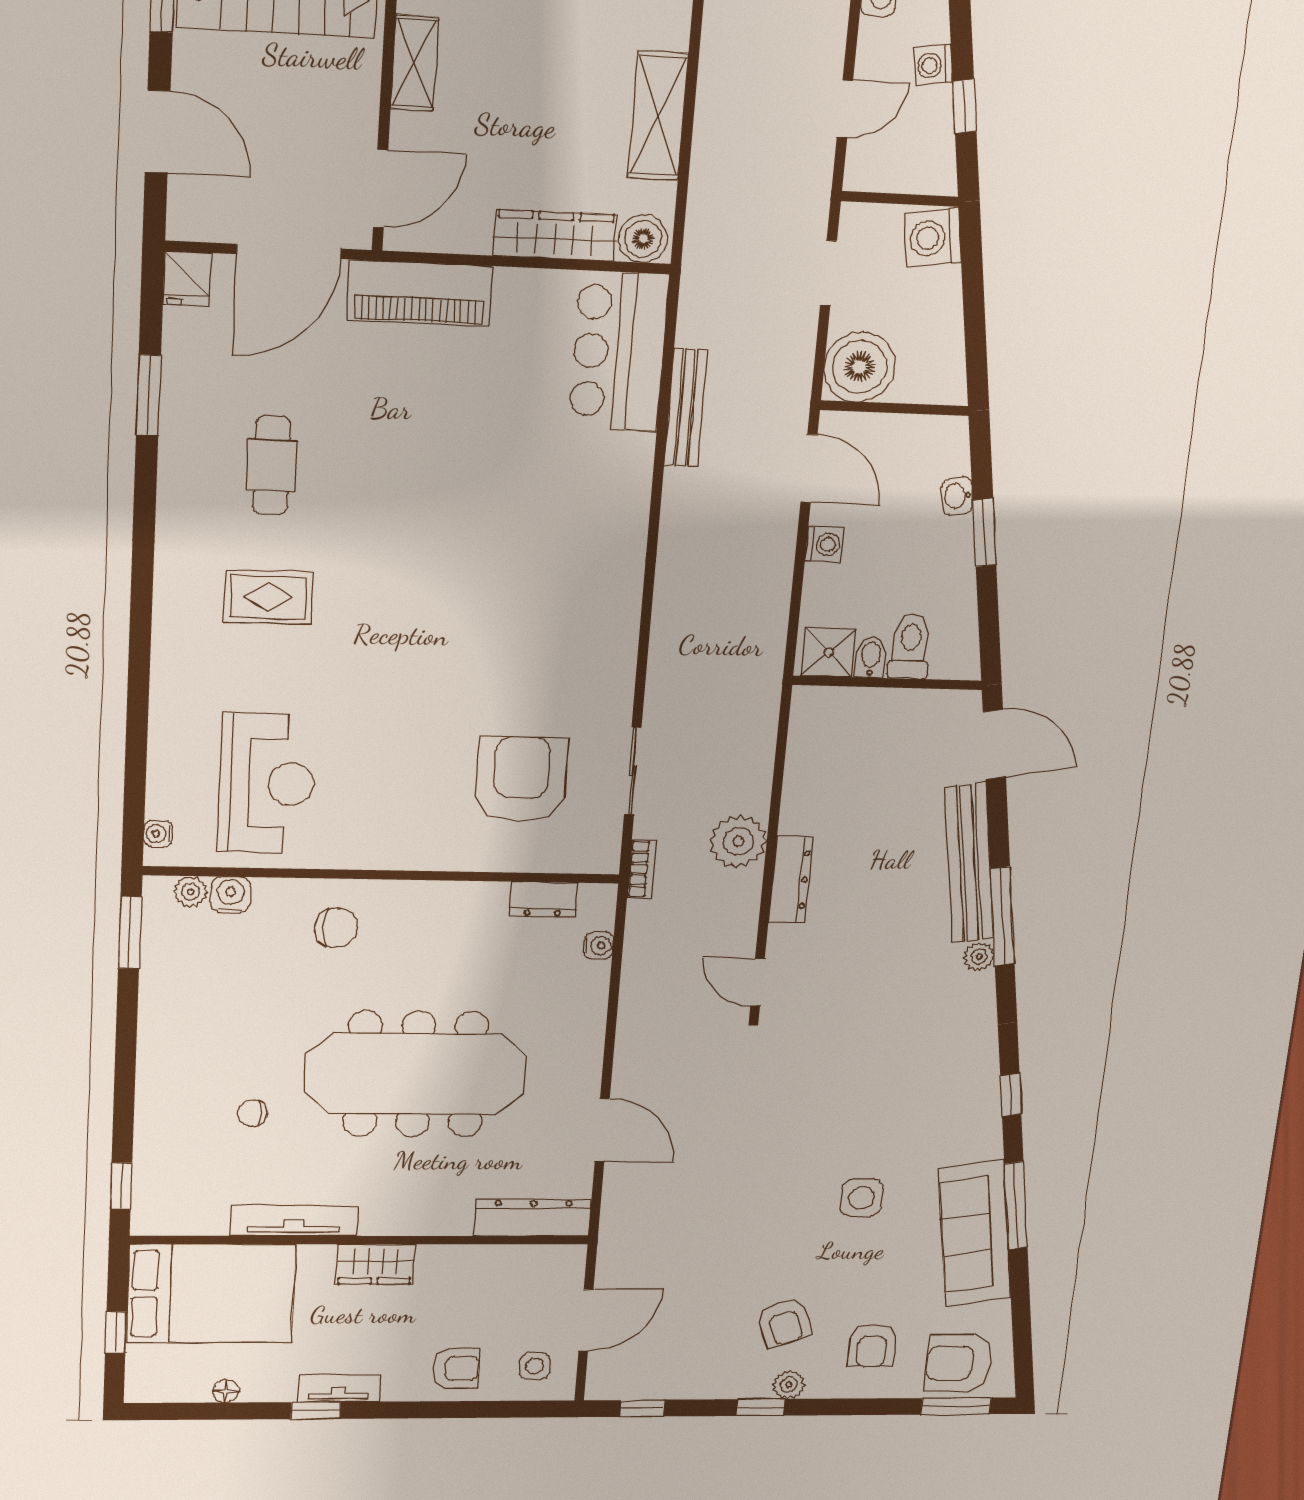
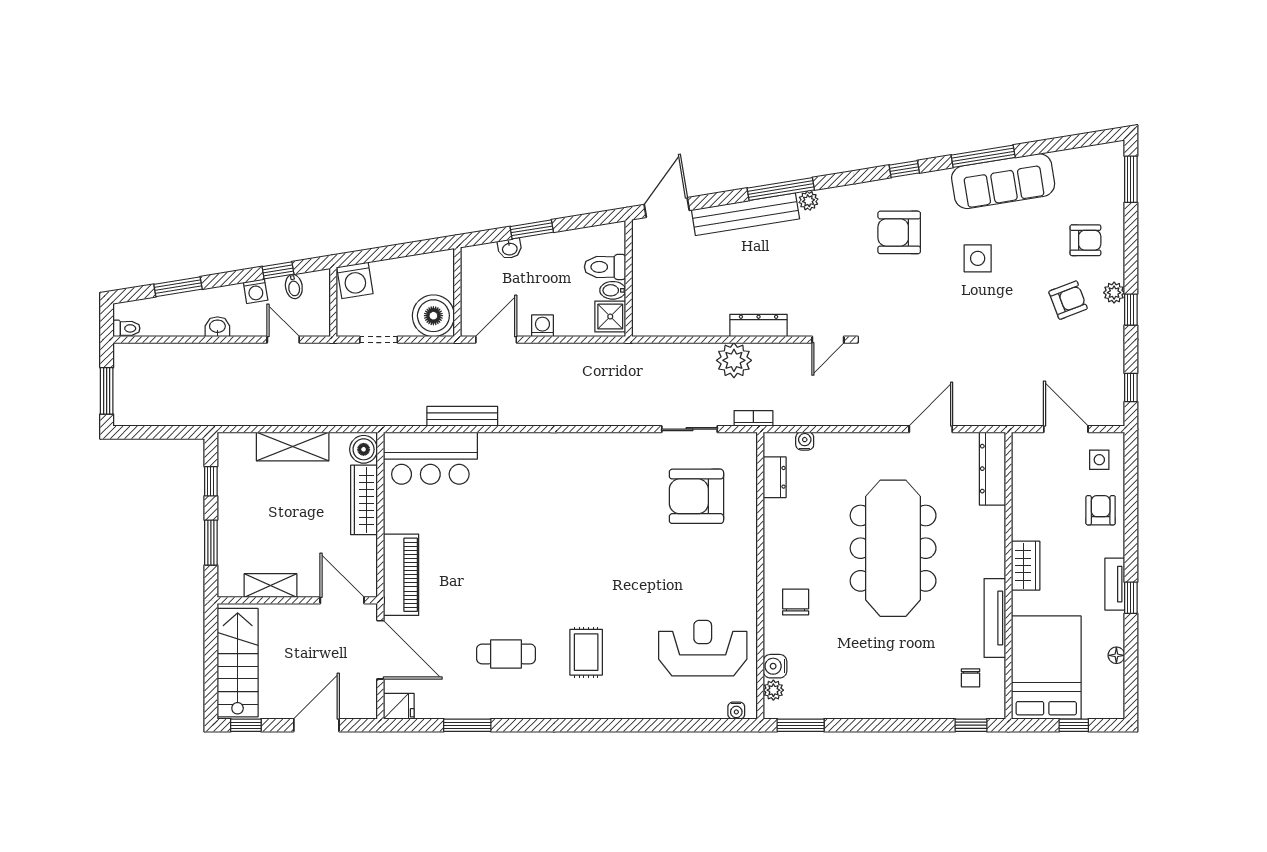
bidet: (934, 132) -> (294, 287), added
chair: (252, 1113) -> (971, 678), moved
armchair: (958, 1363) -> (899, 232), moved, turned 90

